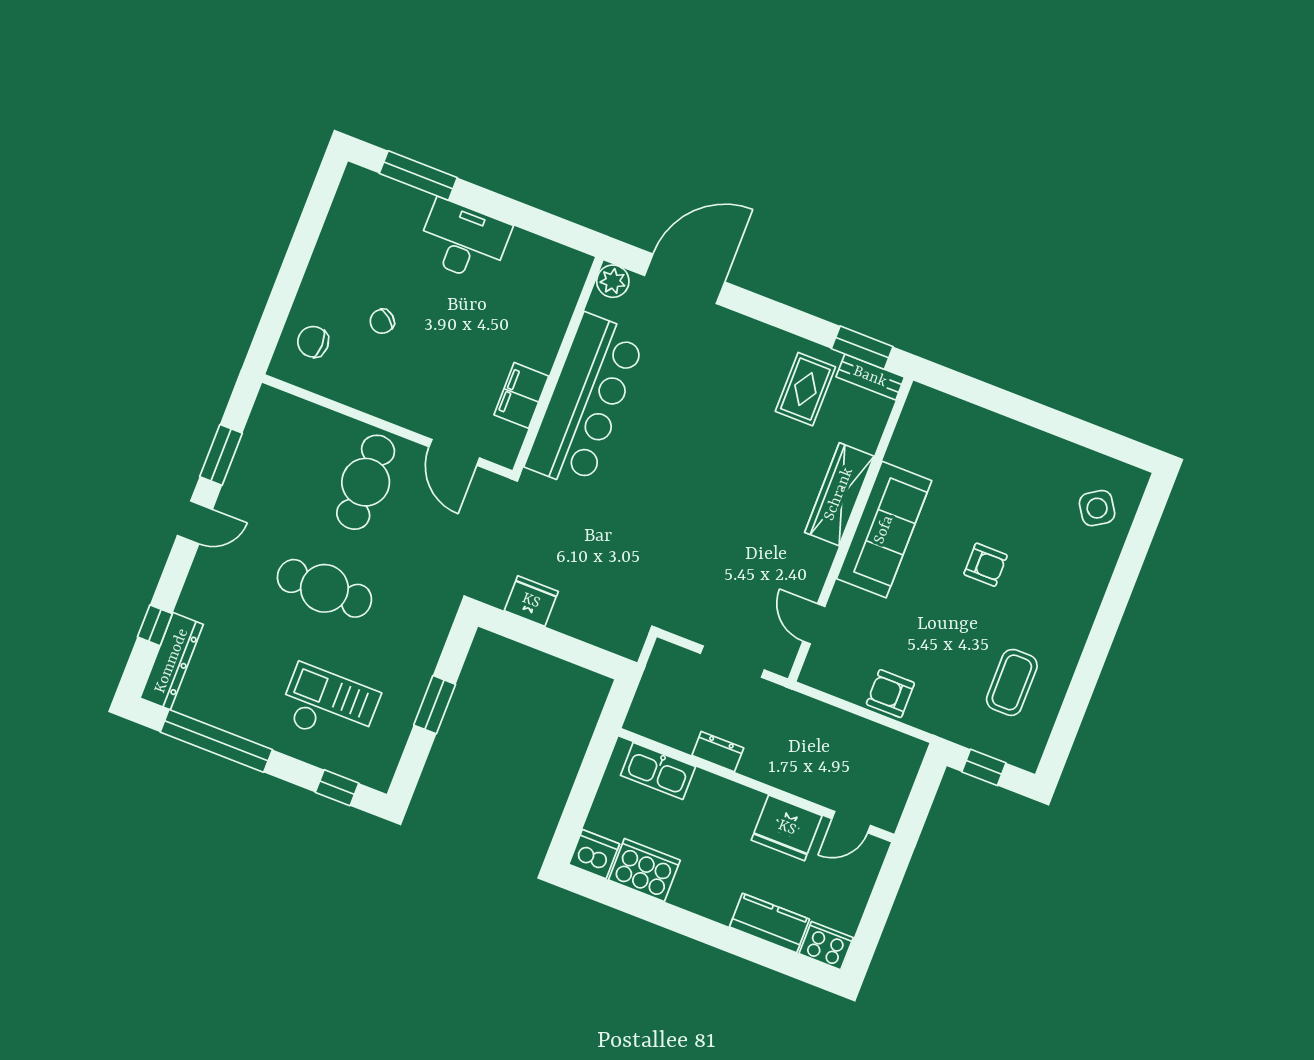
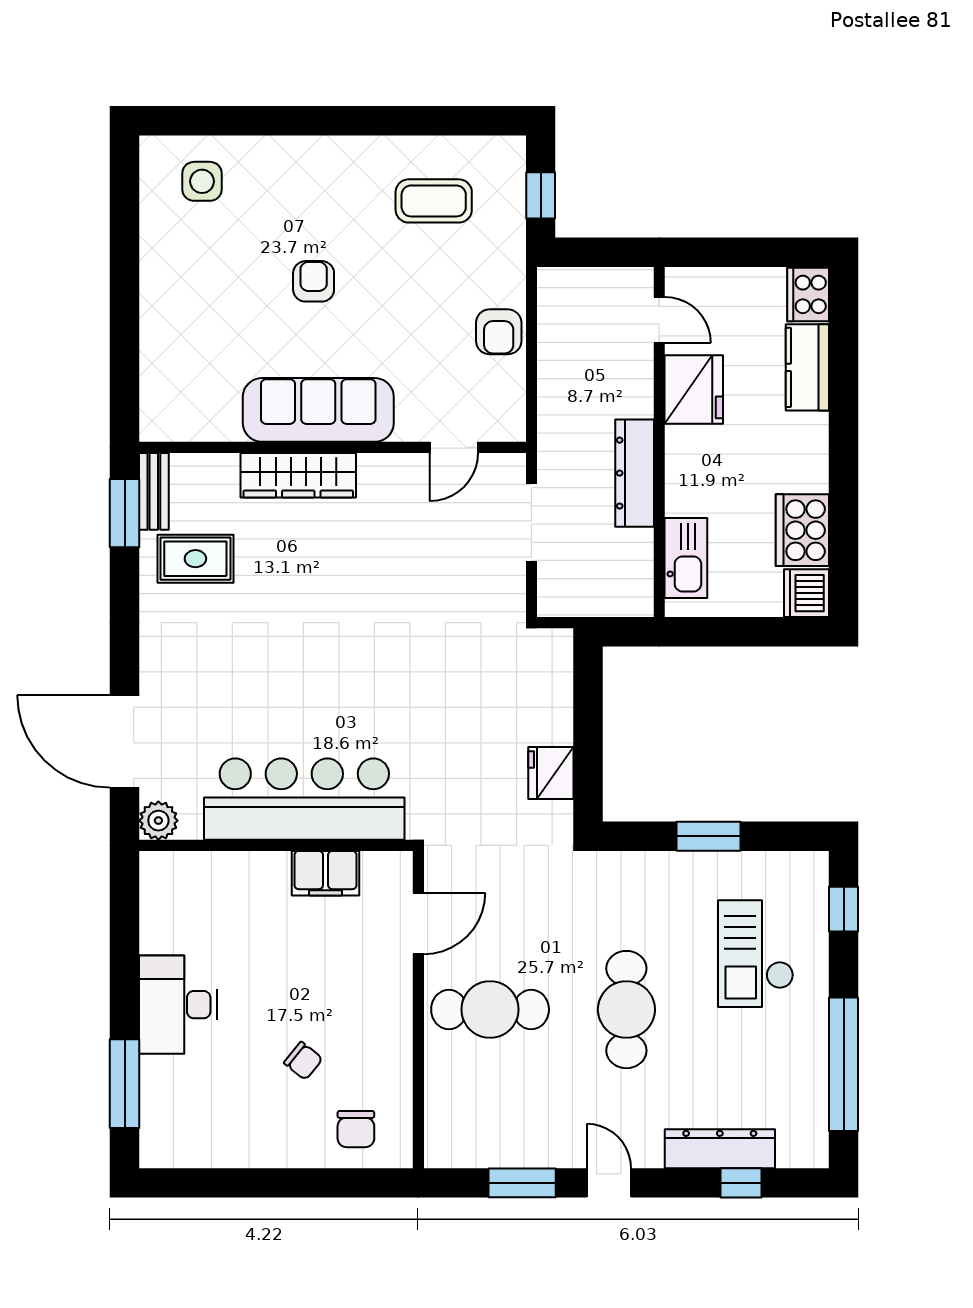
side table: (1097, 508) -> (202, 181), turned 33
dresser: (172, 661) -> (720, 1149), moved
dresser: (718, 752) -> (635, 473), width x1.96, depth x1.24

